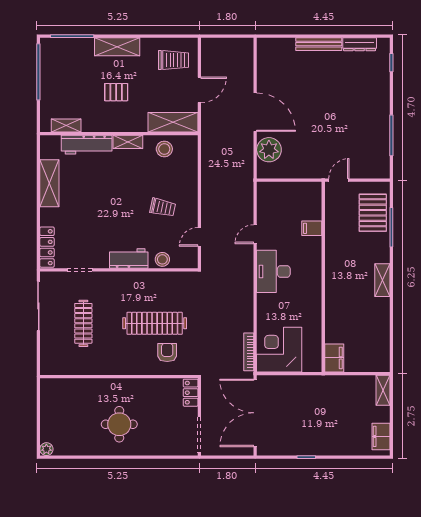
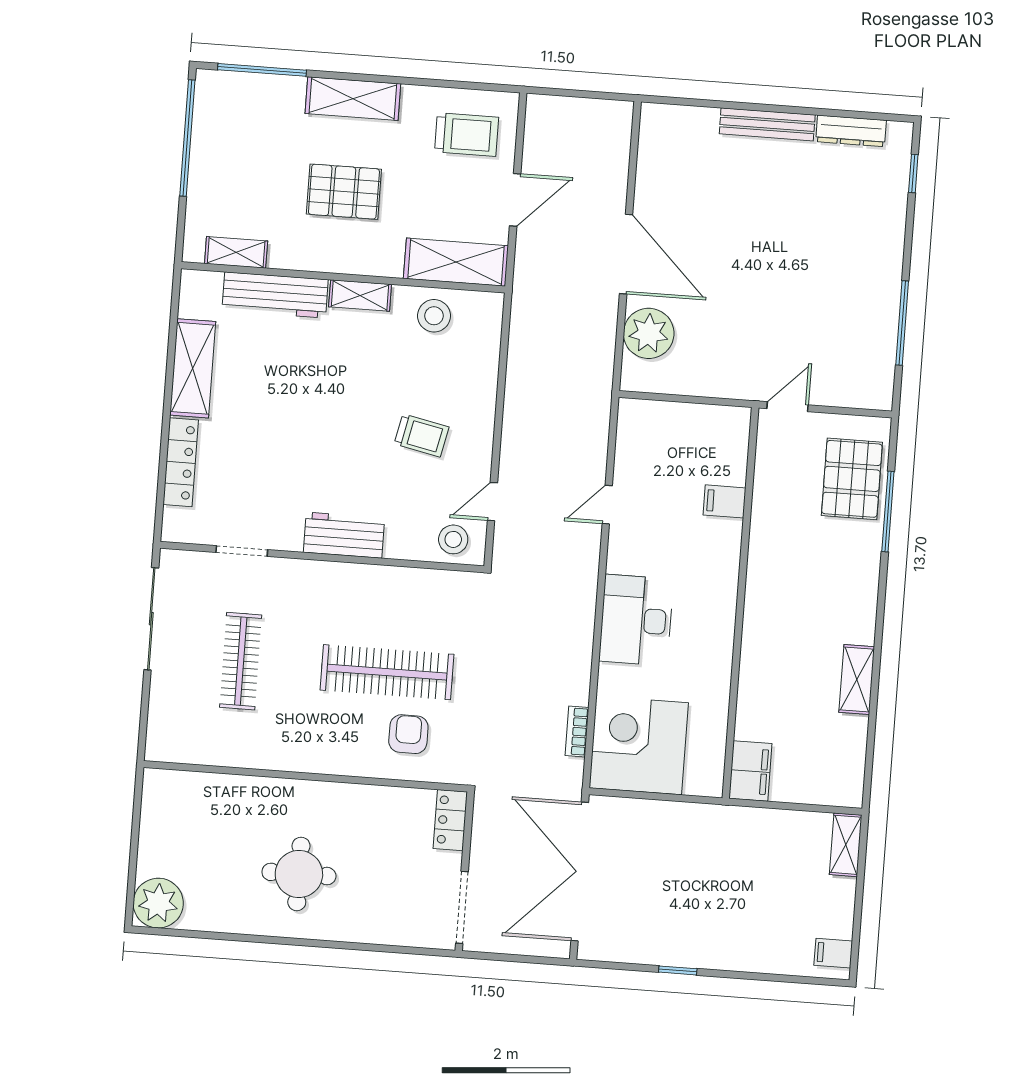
pallet: (116, 92) -> (344, 192), width x1.50, depth x1.42
locker: (47, 247) -> (181, 462), moved
stool: (162, 259) -> (453, 539), moved
desk: (273, 271) -> (636, 620), moved
shelving: (382, 280) -> (857, 679), moved
bookcase: (249, 352) -> (577, 731), width x0.64
filing cabinet: (381, 436) -> (833, 953), width x0.50
plant: (46, 449) -> (158, 903), width x1.88, depth x1.88

